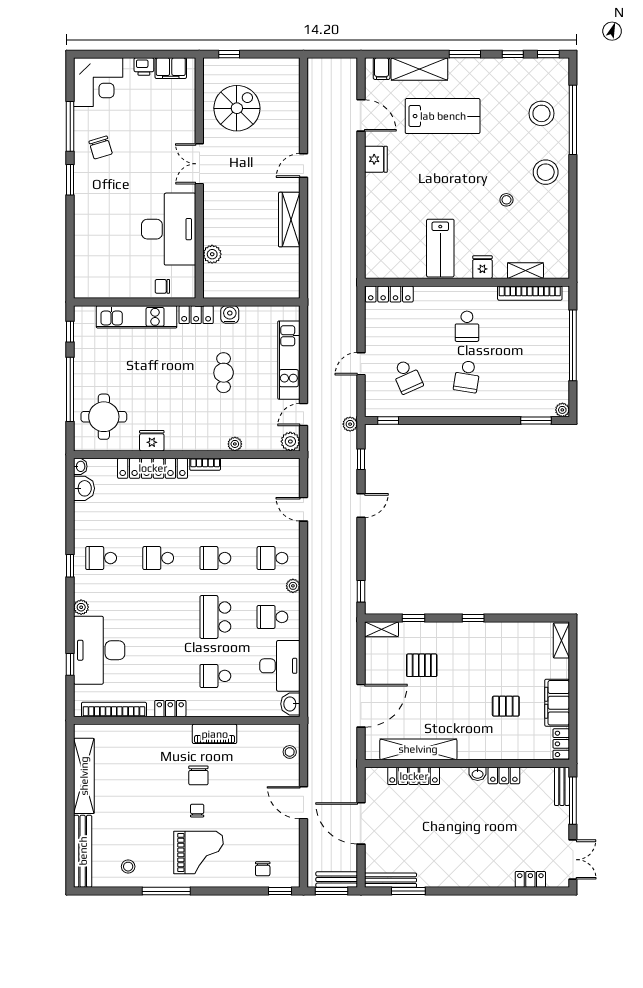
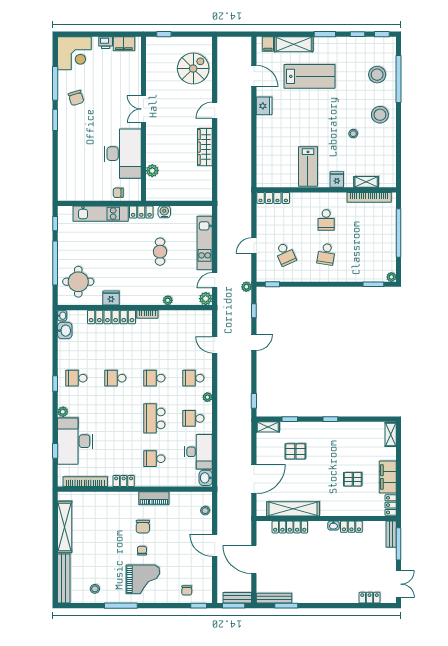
spiral stairs: (237, 108) -> (193, 69), moved

